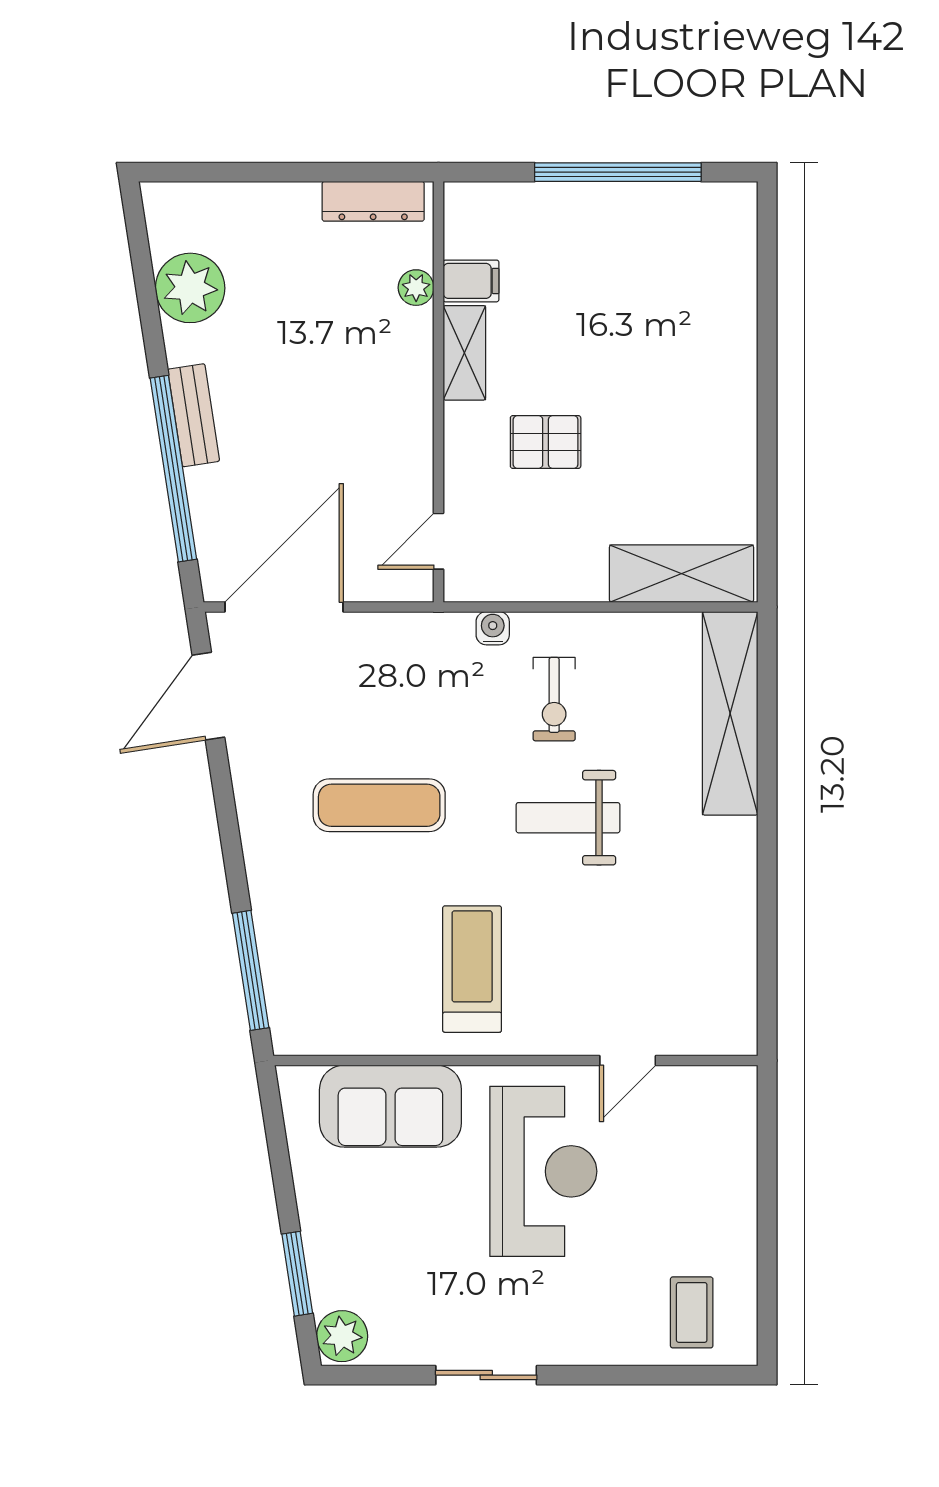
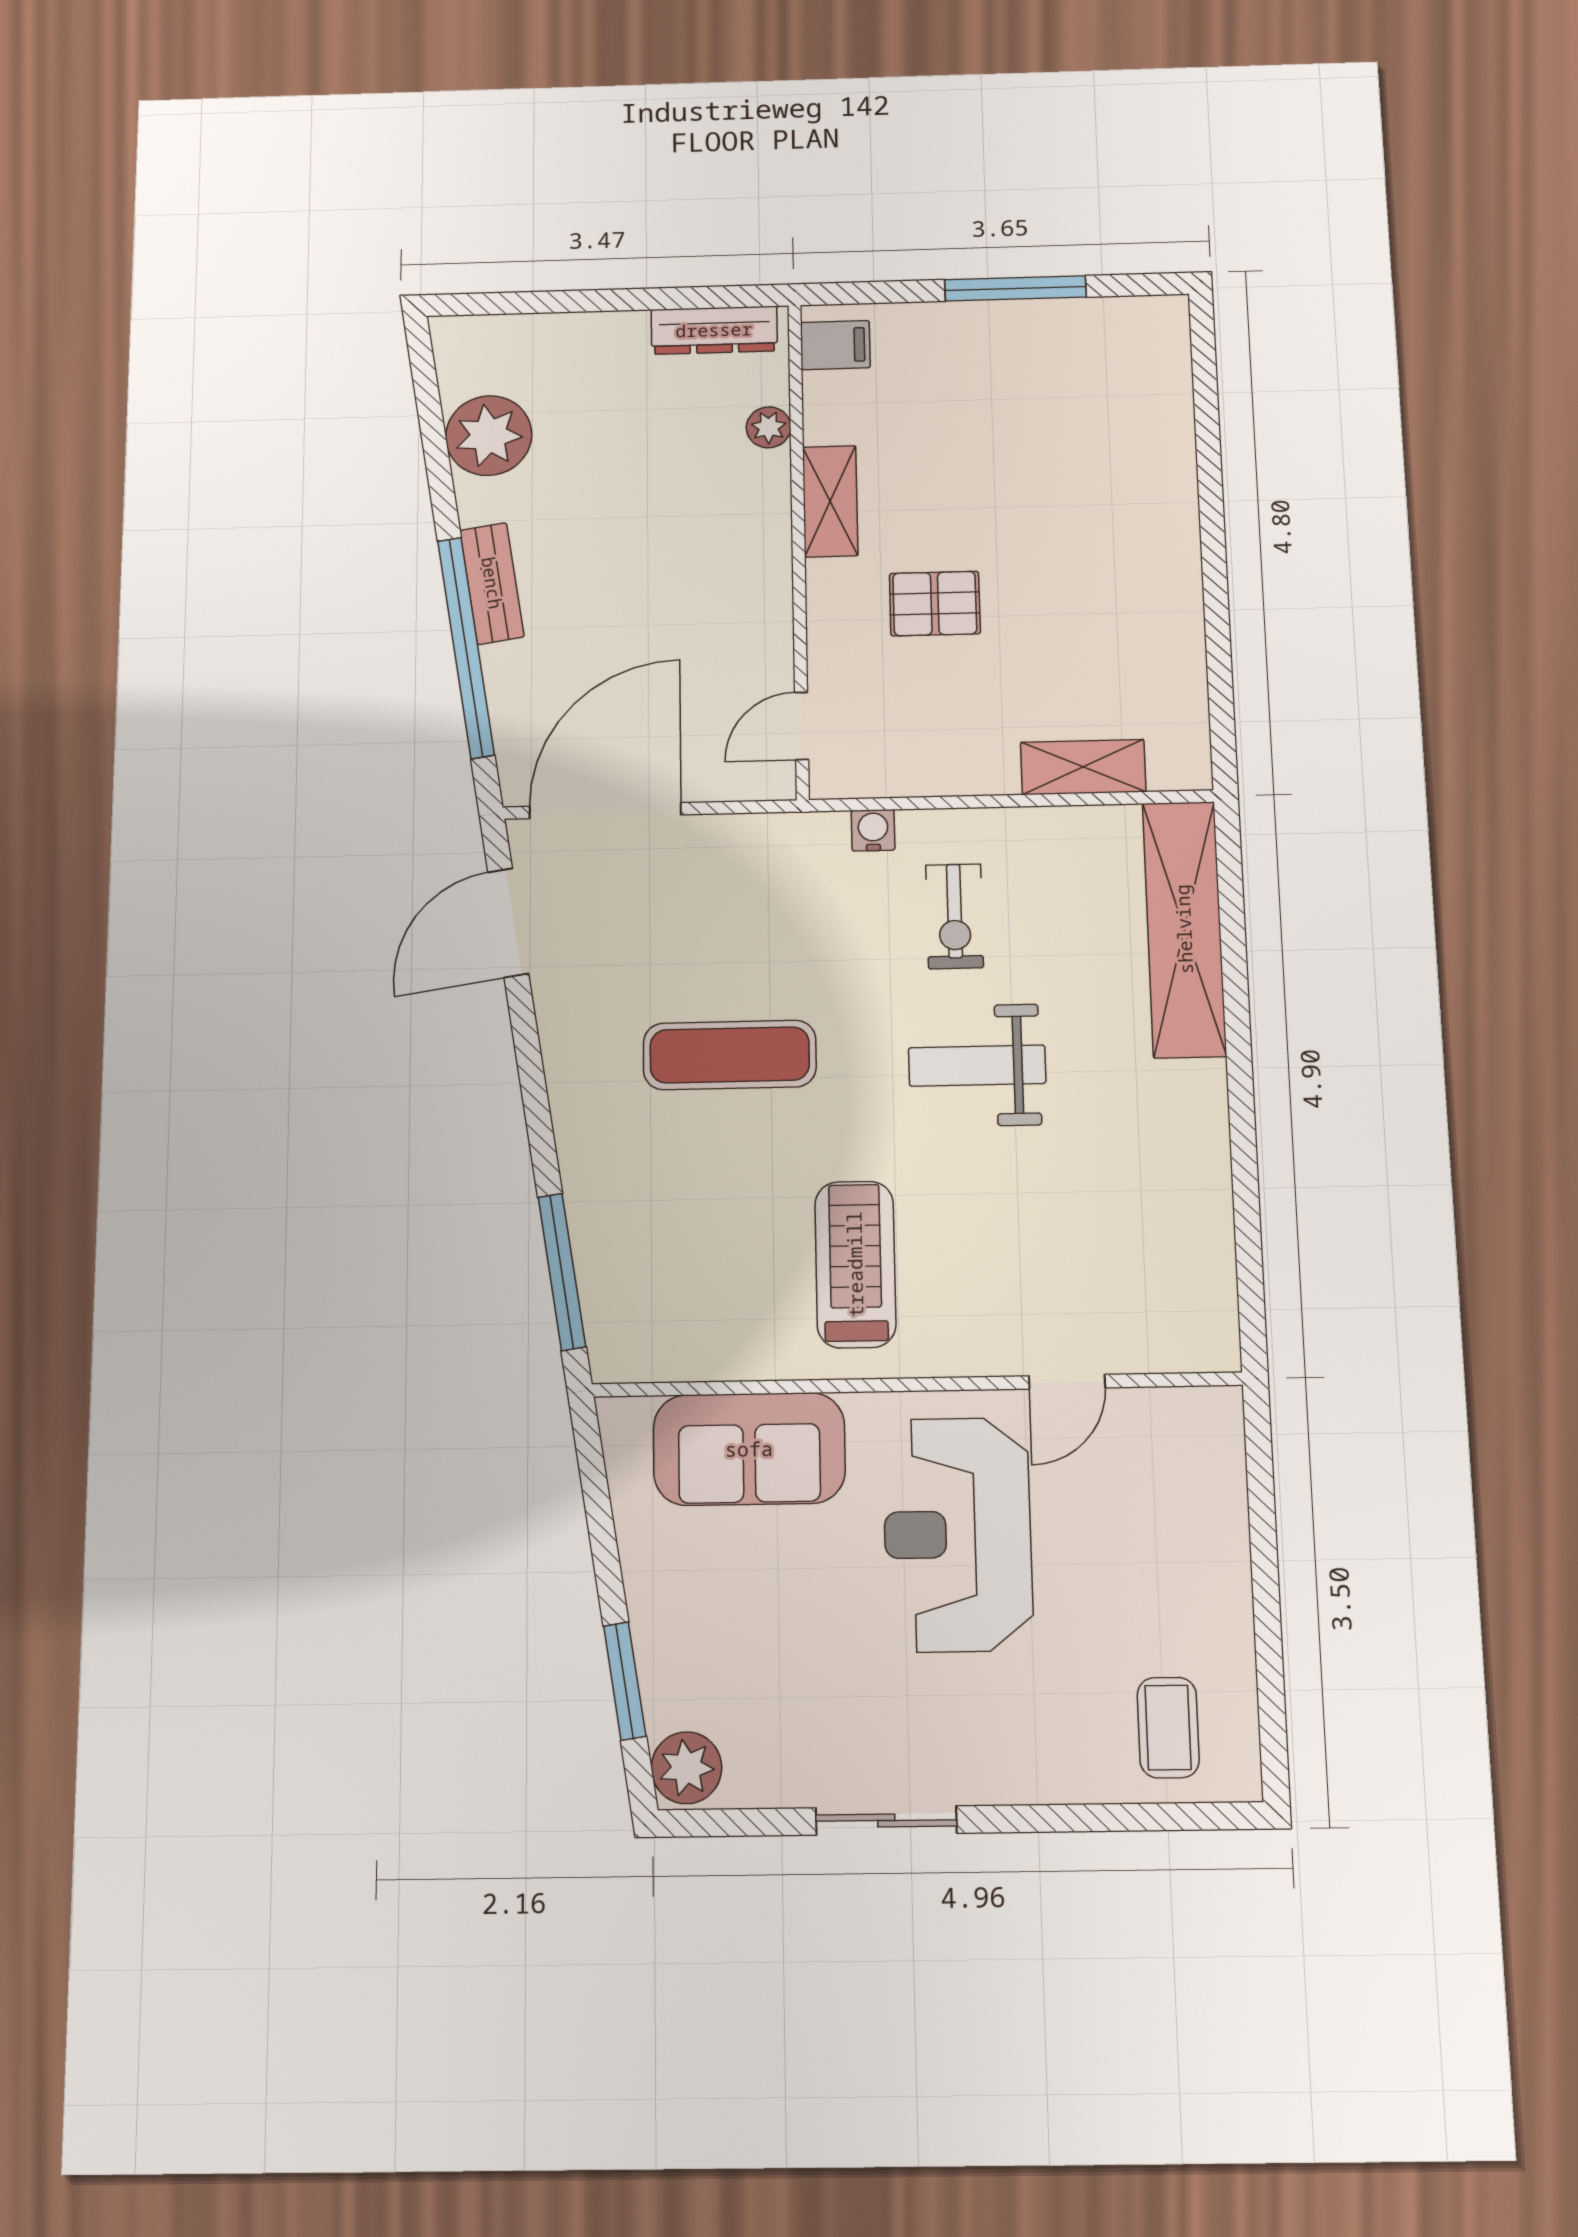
window: (618, 172) -> (1015, 288), width x0.68
filing cabinet: (471, 281) -> (835, 345), moved
shelving: (682, 574) -> (1083, 767), width x0.67, depth x0.75
reception desk: (543, 1171) -> (958, 1534), turned 180

